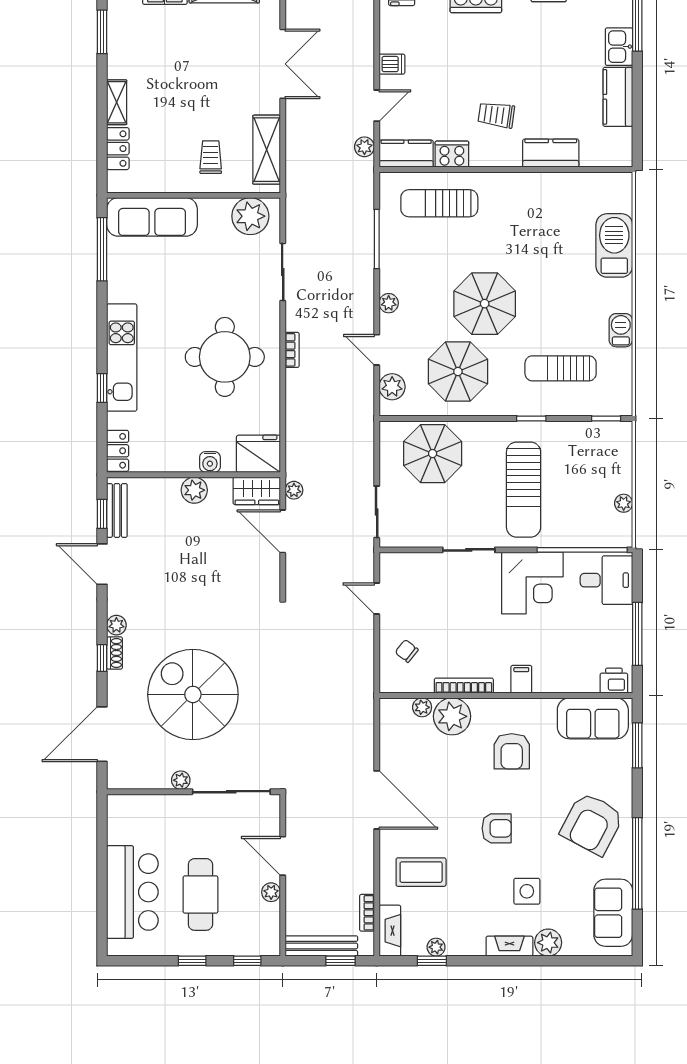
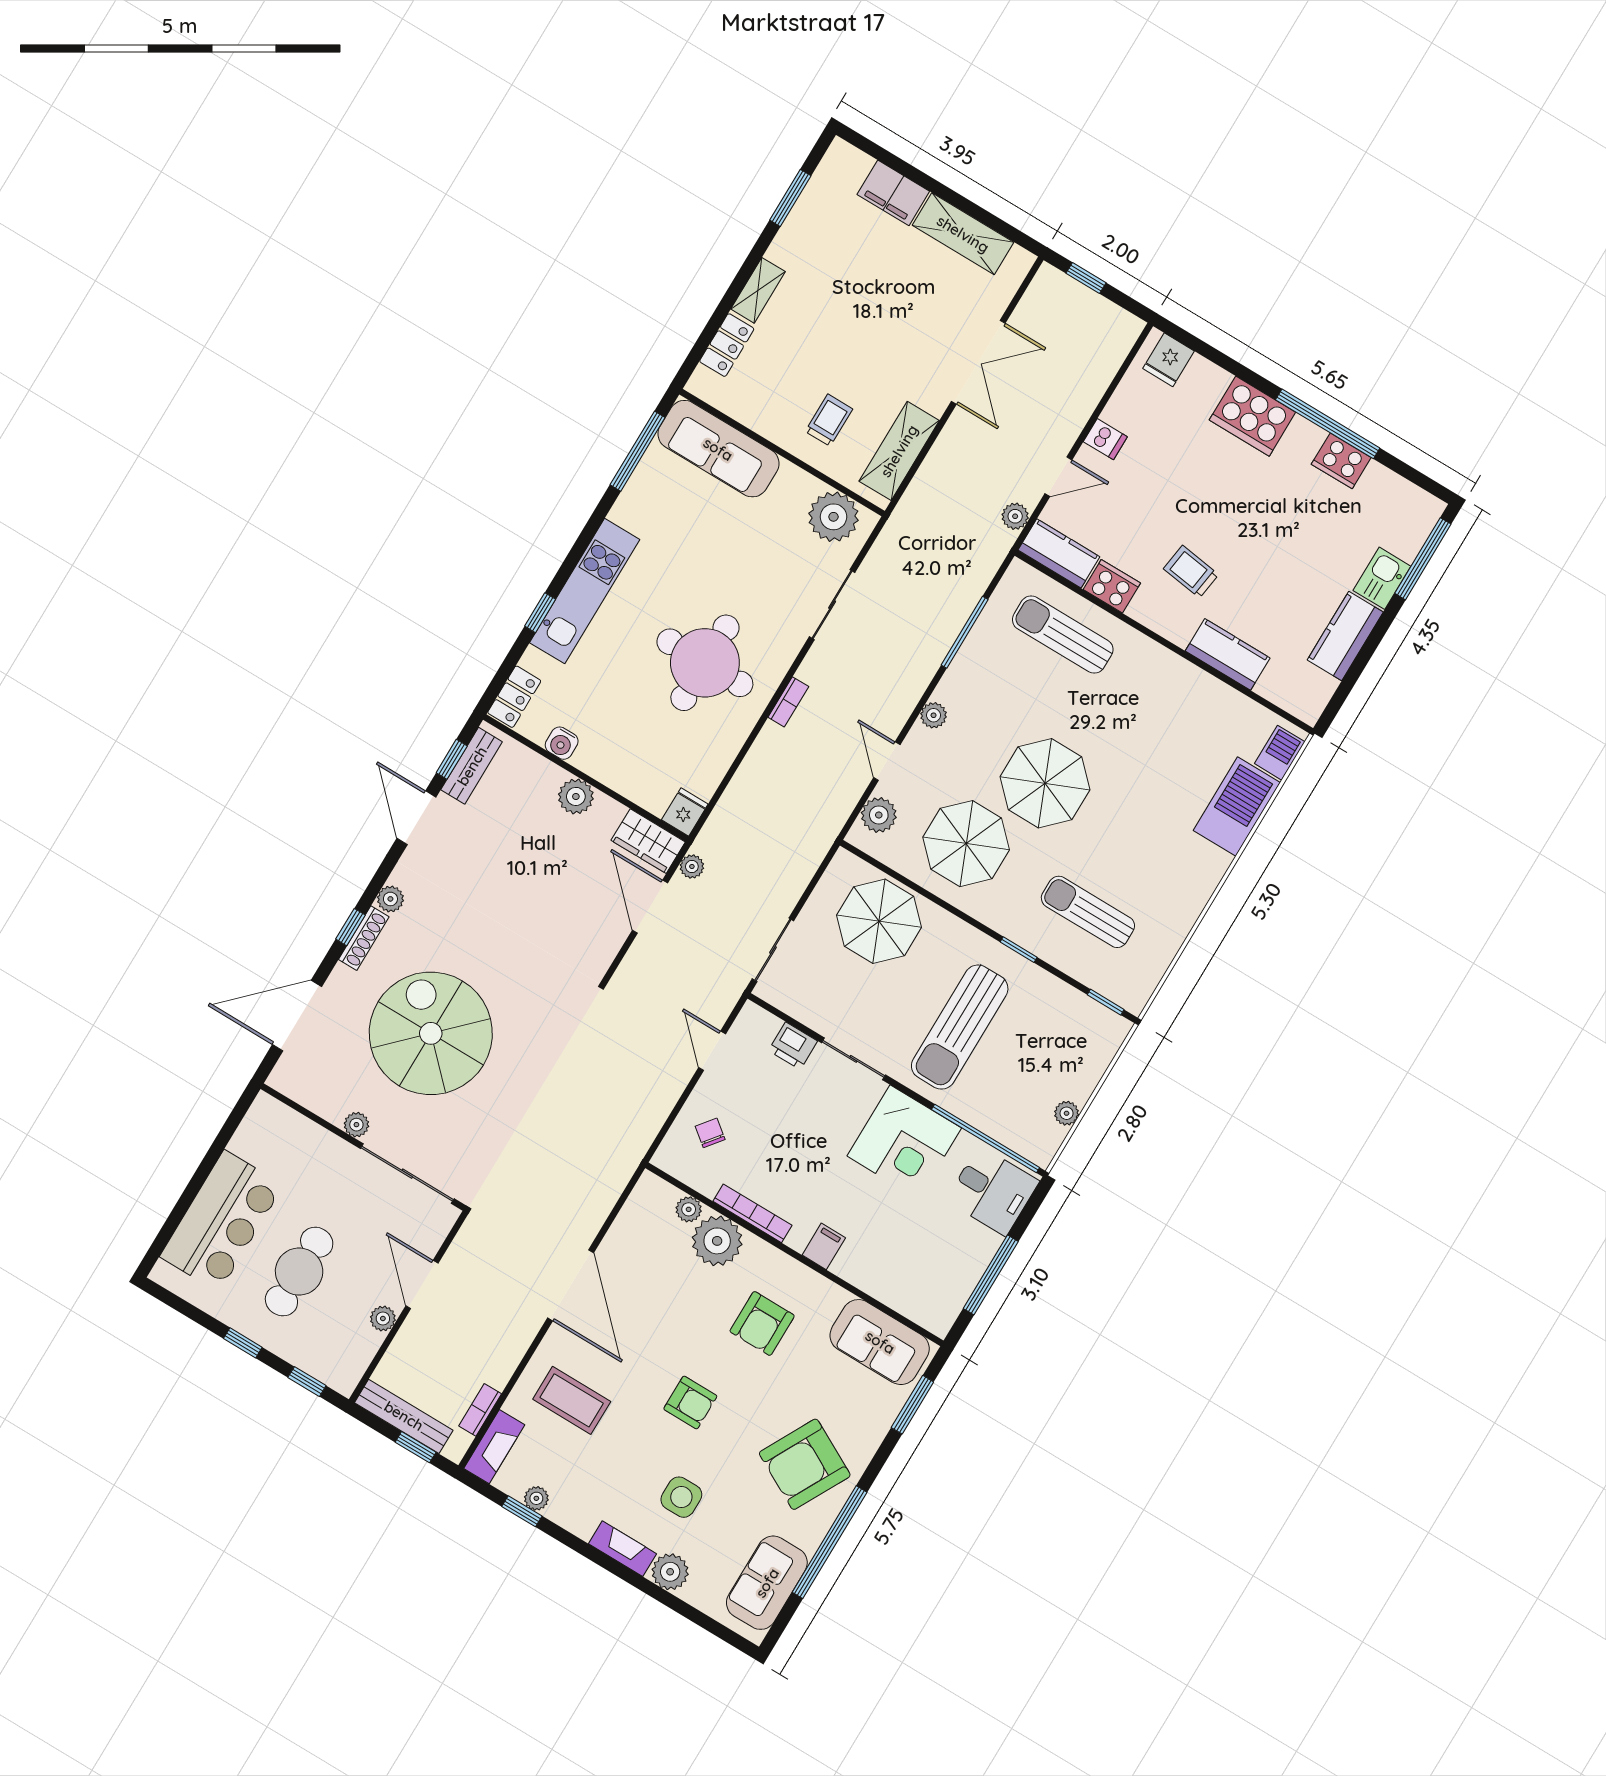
barbecue: (621, 330) -> (1280, 753), moved
fridge: (258, 454) -> (685, 812), width x0.53, depth x0.75
water cooler: (210, 462) -> (562, 743), moved
shoe rack: (115, 653) -> (364, 938), width x1.43
printer: (614, 681) -> (793, 1046), moved, turned 180

